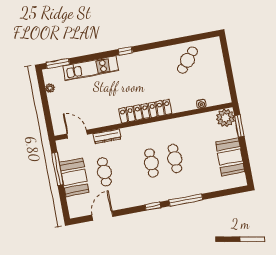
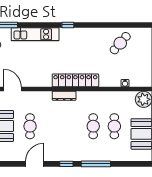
dresser: (107, 136) -> (64, 96), moved
cafe table: (151, 163) -> (114, 126), moved
door: (102, 216) -> (35, 164), moved

